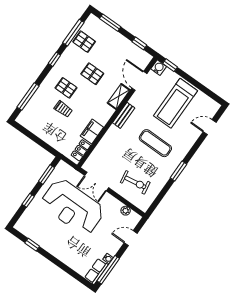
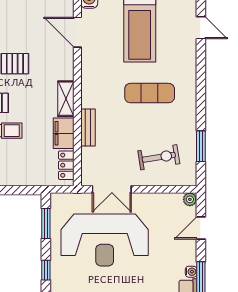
shelving: (119, 96) -> (66, 99), moved
bench: (124, 115) -> (88, 128), moved
door: (210, 127) -> (201, 28), swing flipped
window: (178, 171) -> (201, 146), moved
plant: (126, 211) -> (190, 199), moved

